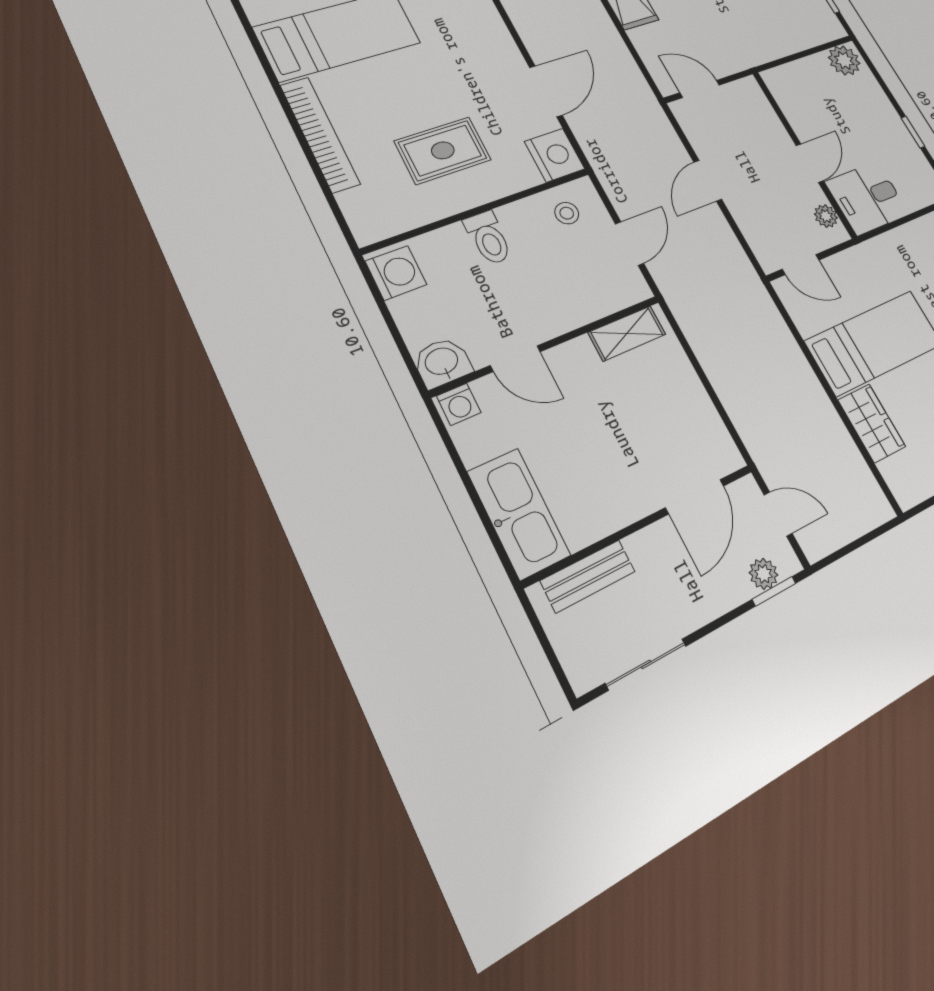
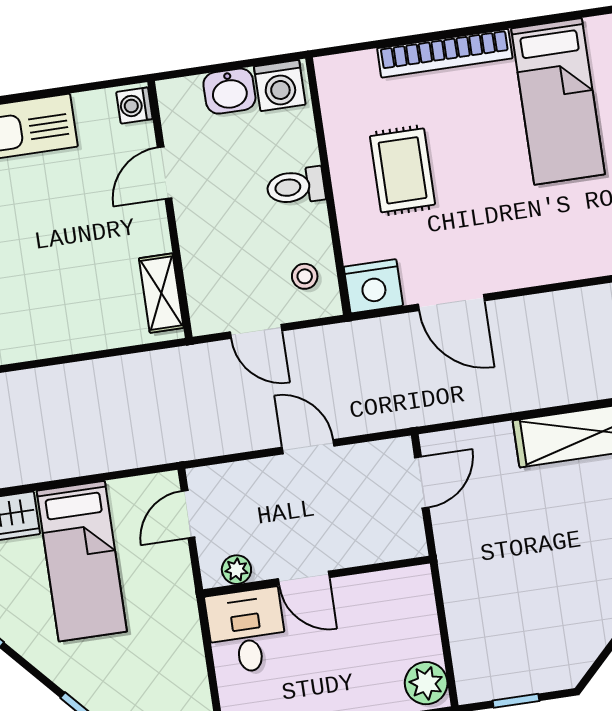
washbasin: (442, 362) -> (229, 91), moved, turned 90

